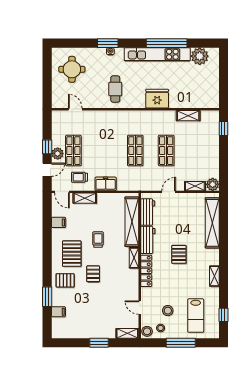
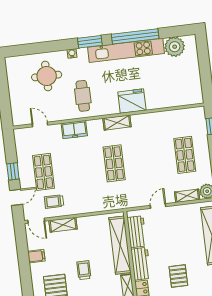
window: (108, 43) -> (90, 42), moved
round table: (72, 69) -> (47, 76), moved
shelving: (188, 116) -> (117, 123), moved
shop shelf: (166, 151) -> (185, 155), moved
plant: (58, 153) -> (26, 177), removed
freezer: (106, 184) -> (74, 130), moved, turned 180

